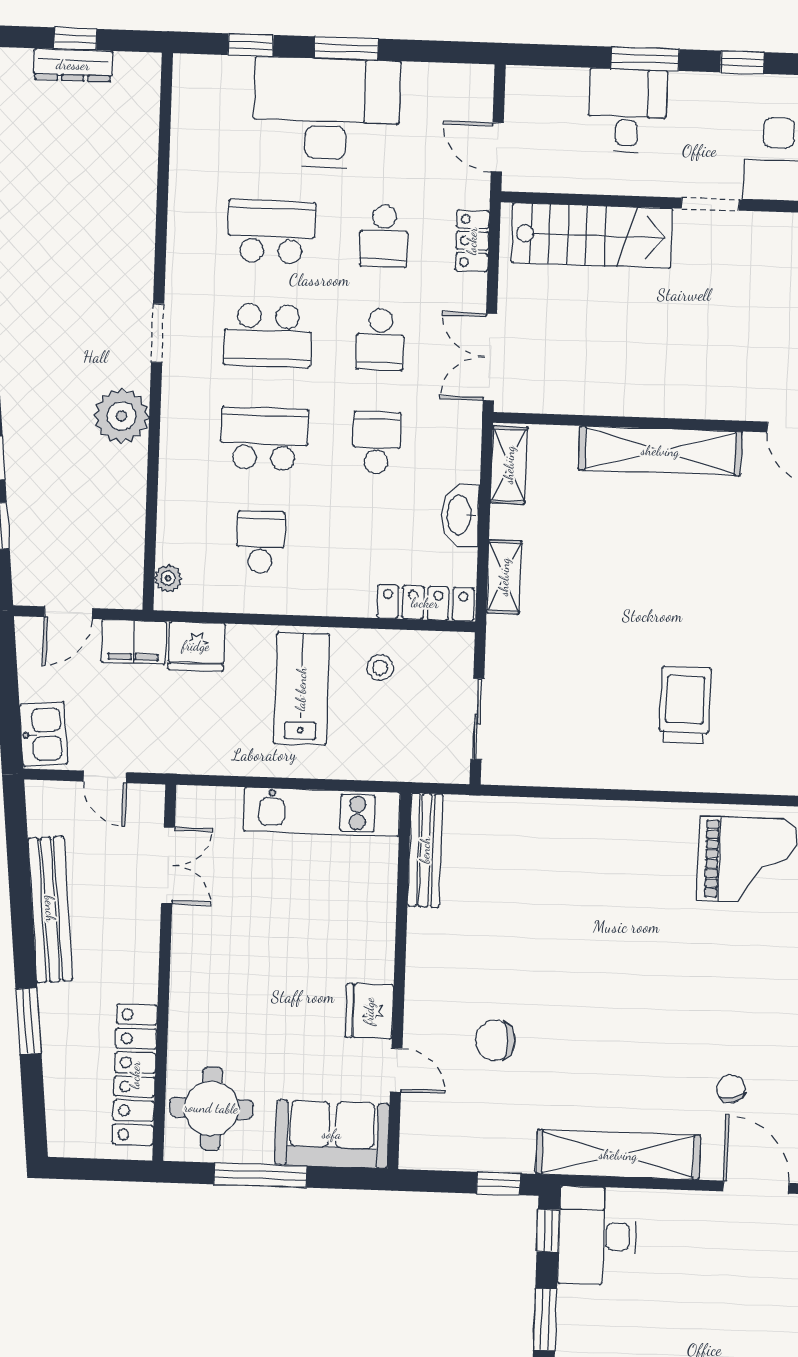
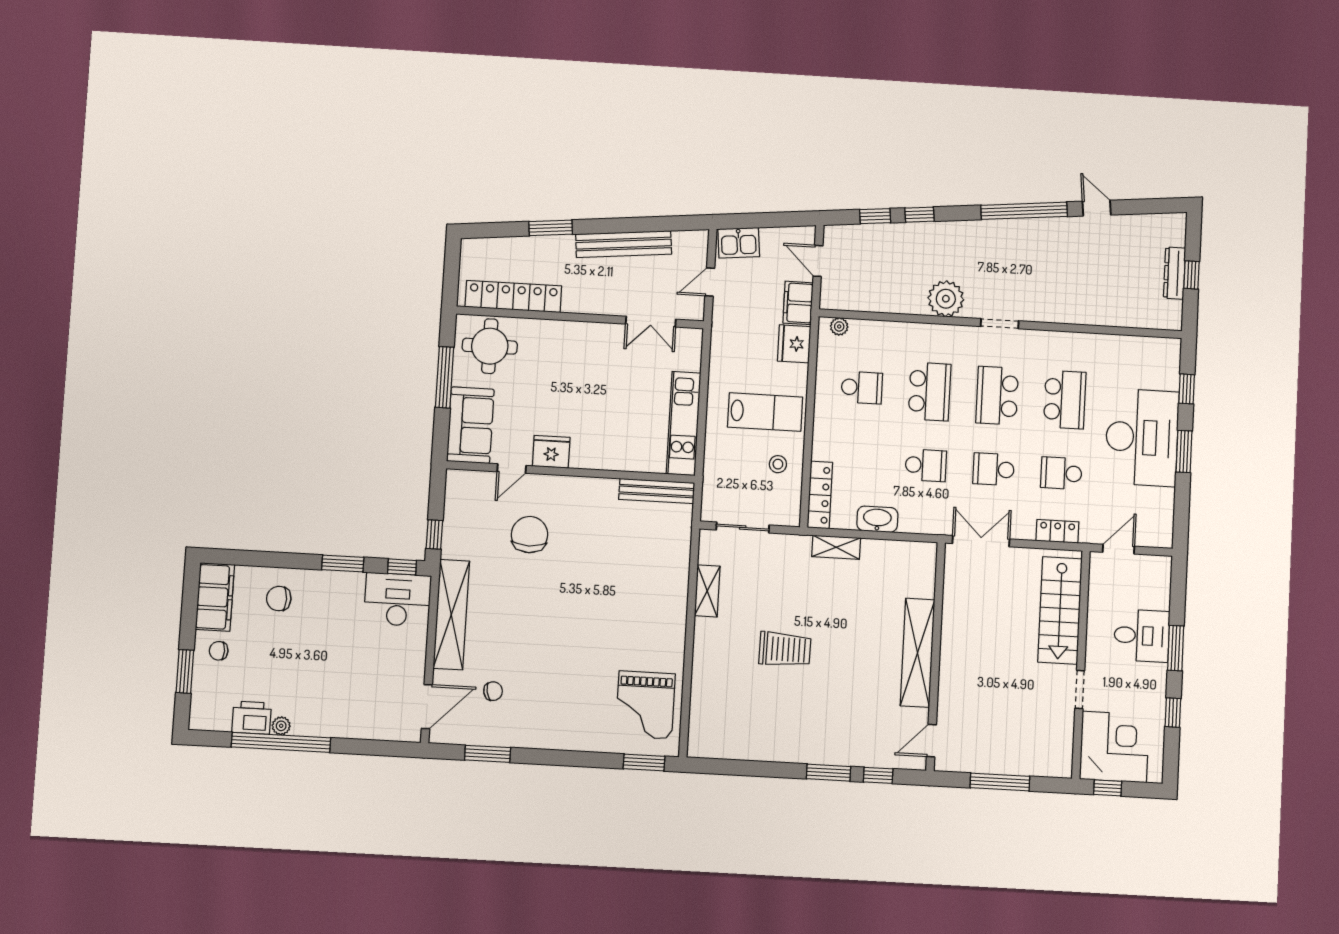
shelving: (509, 465) -> (707, 591), moved, turned 90
trolley: (685, 705) -> (785, 649), moved
chair: (495, 1040) -> (530, 535), width x1.37, depth x1.37

